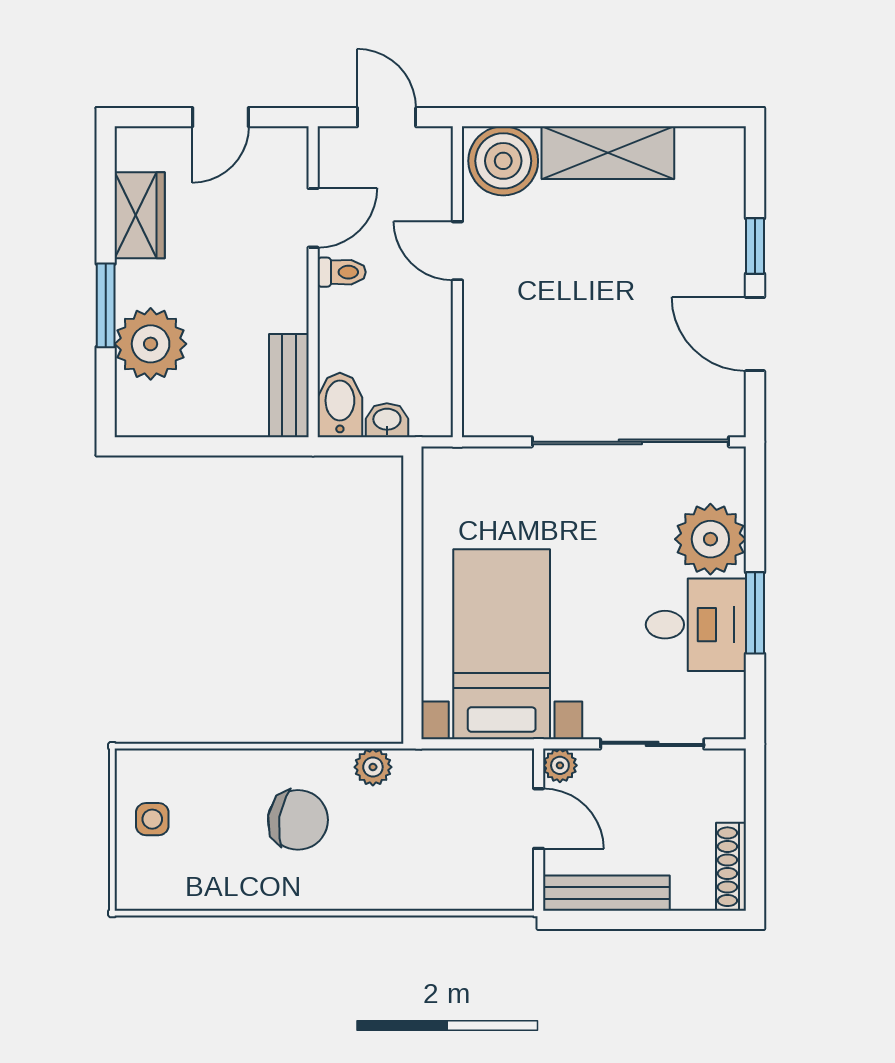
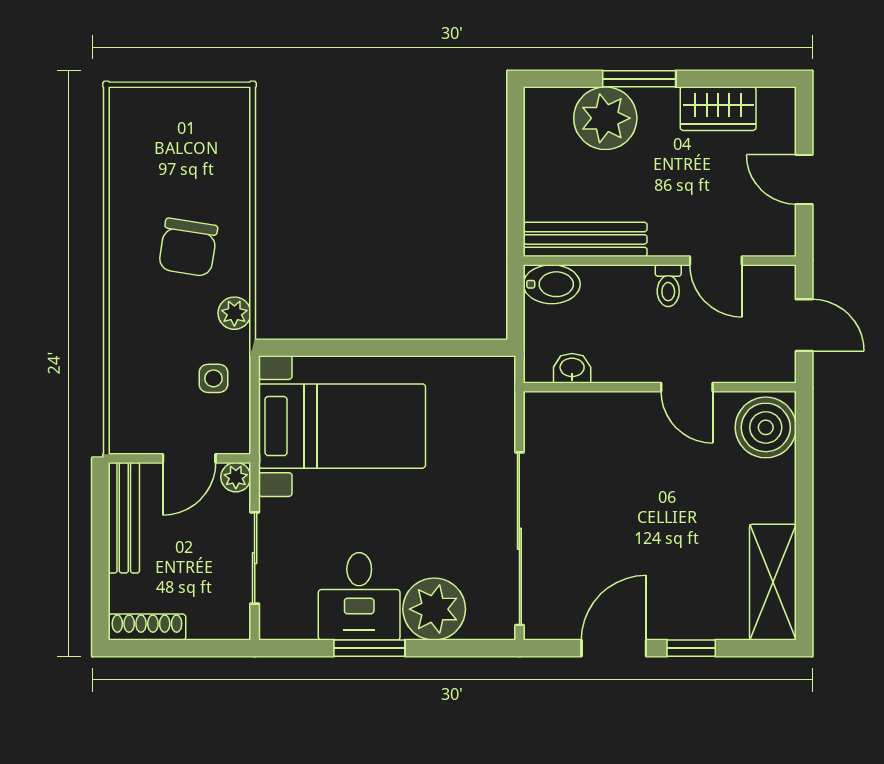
door: (387, 117) -> (804, 325), hinge flipped
shelving: (608, 153) -> (773, 582), moved
door: (457, 251) -> (687, 387), swing flipped
bench: (289, 386) -> (585, 239), width x1.36
washbasin: (387, 420) -> (572, 368), moved, turned -90
side table: (152, 819) -> (213, 378), moved

